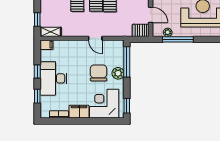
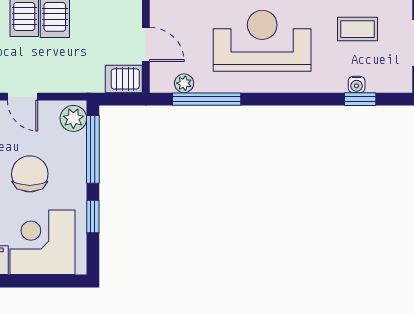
plant: (118, 73) -> (73, 118), moved
window: (127, 106) -> (93, 217), moved

